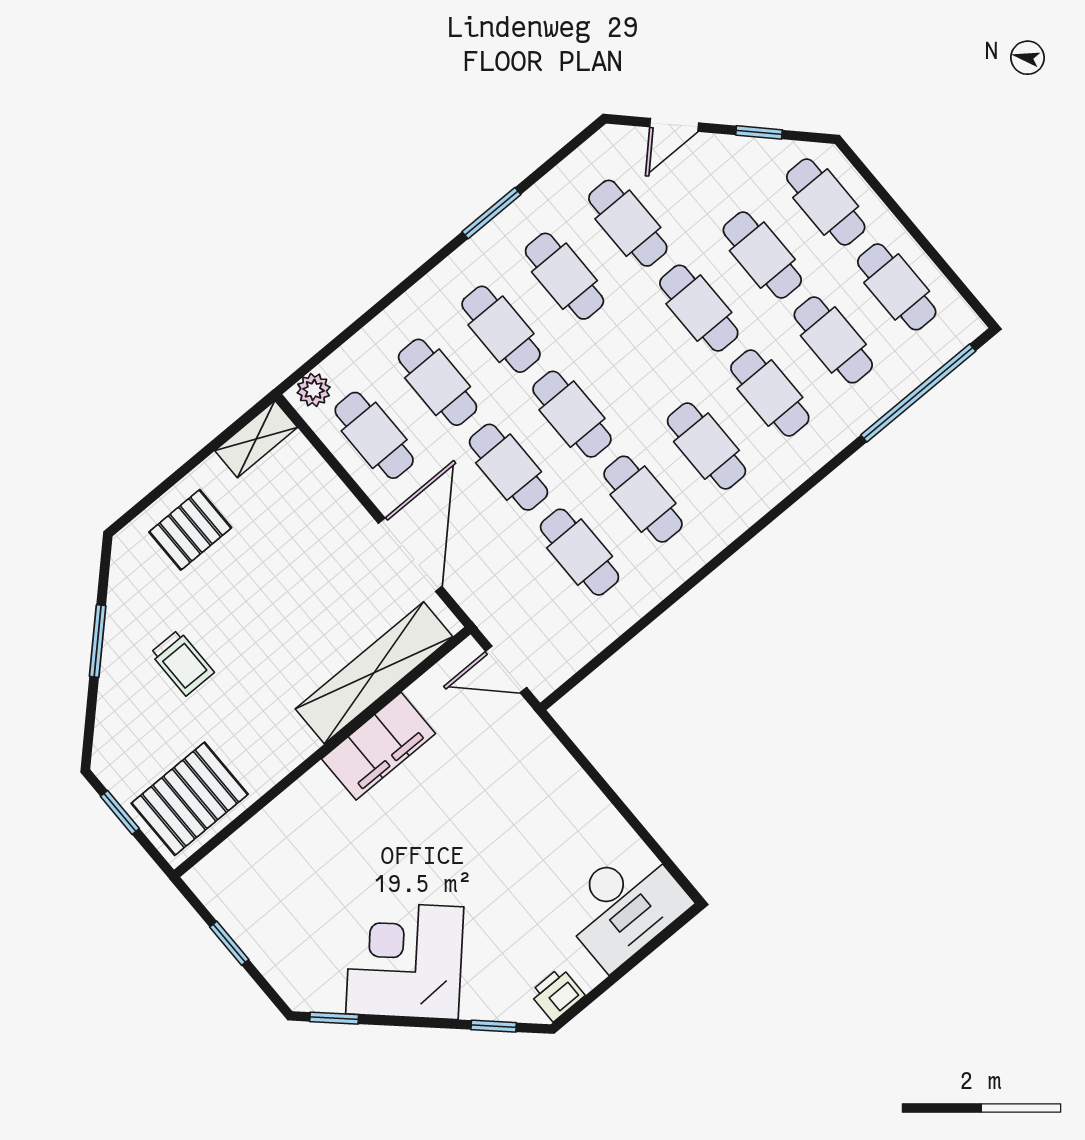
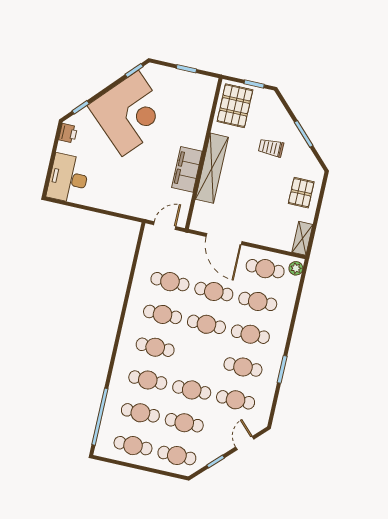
shelving: (374, 673) -> (212, 168), moved
corner desk: (405, 960) -> (130, 113), width x1.36, depth x1.36

